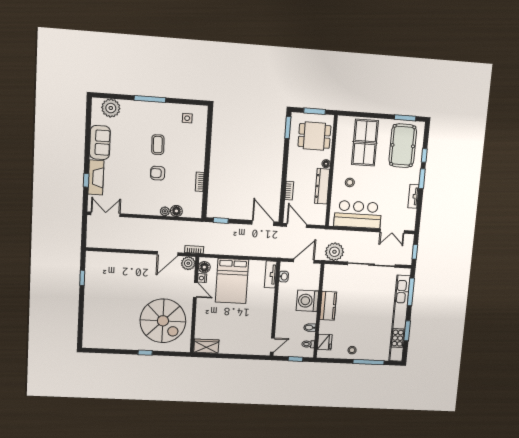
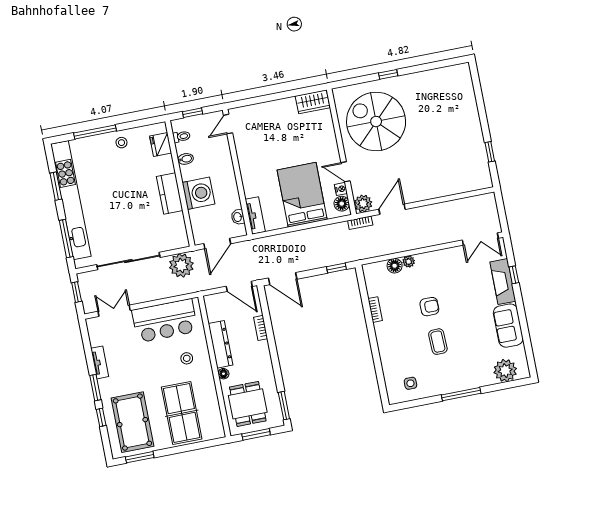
dining table: (314, 136) -> (248, 404), turned 90

